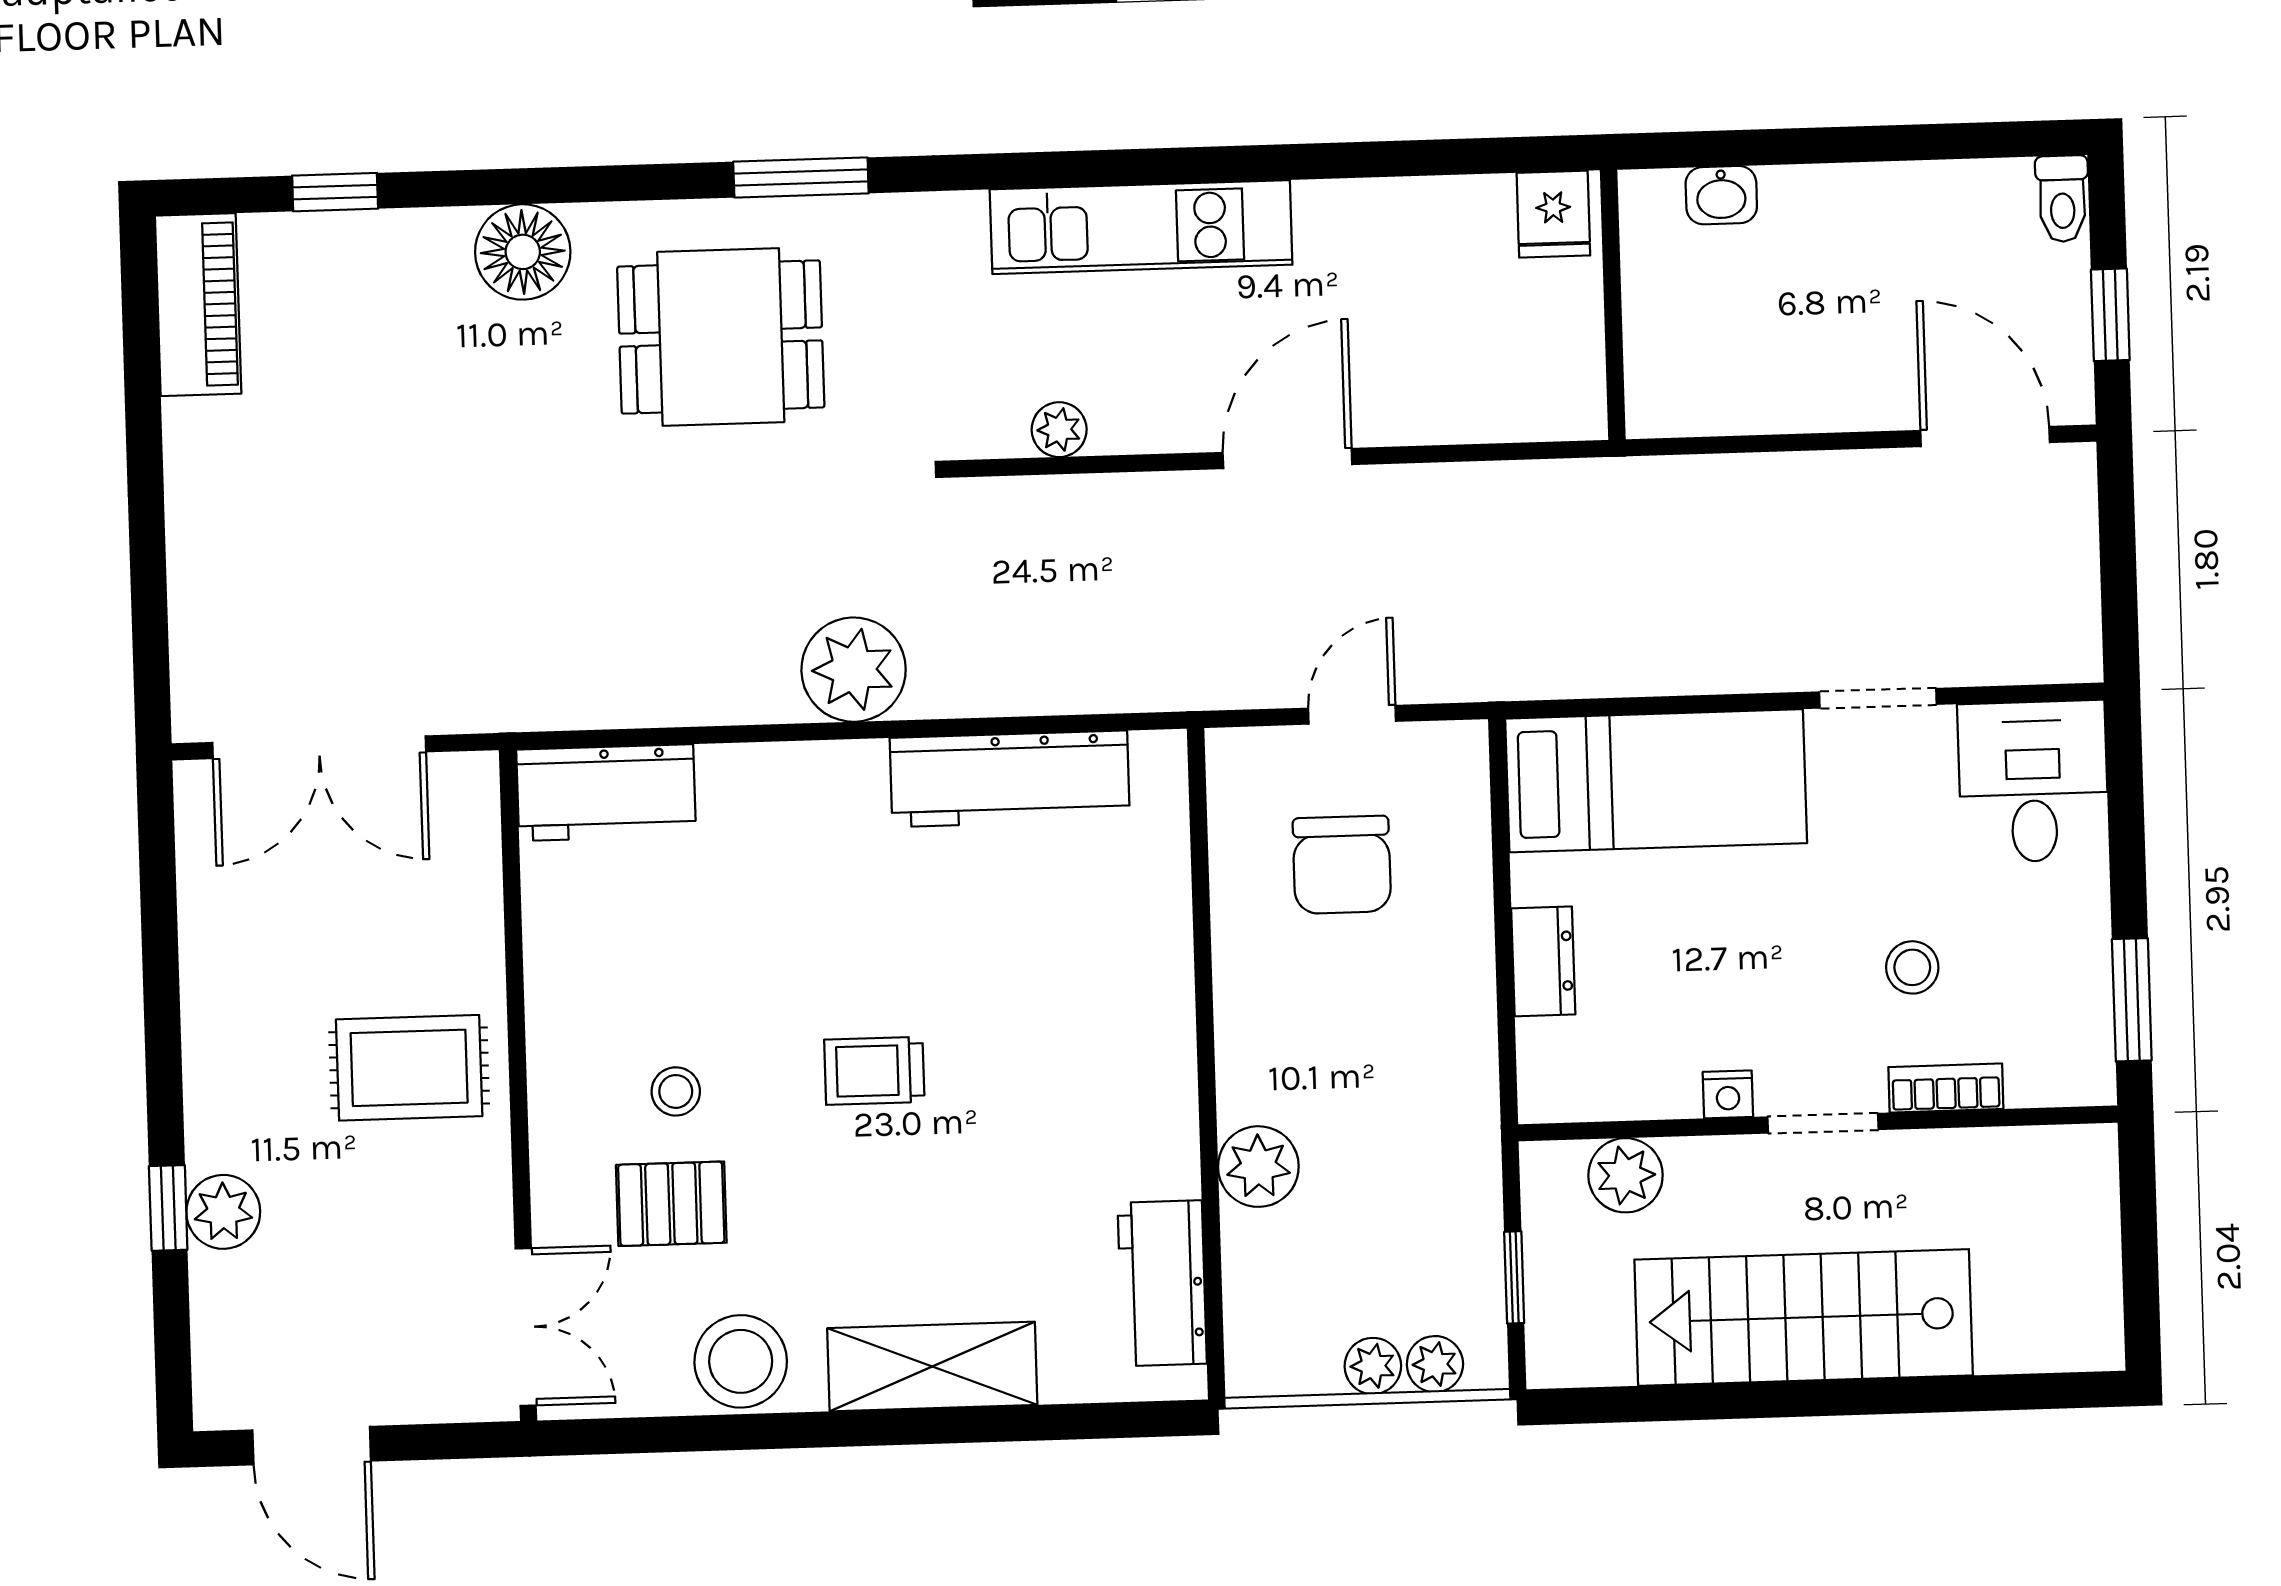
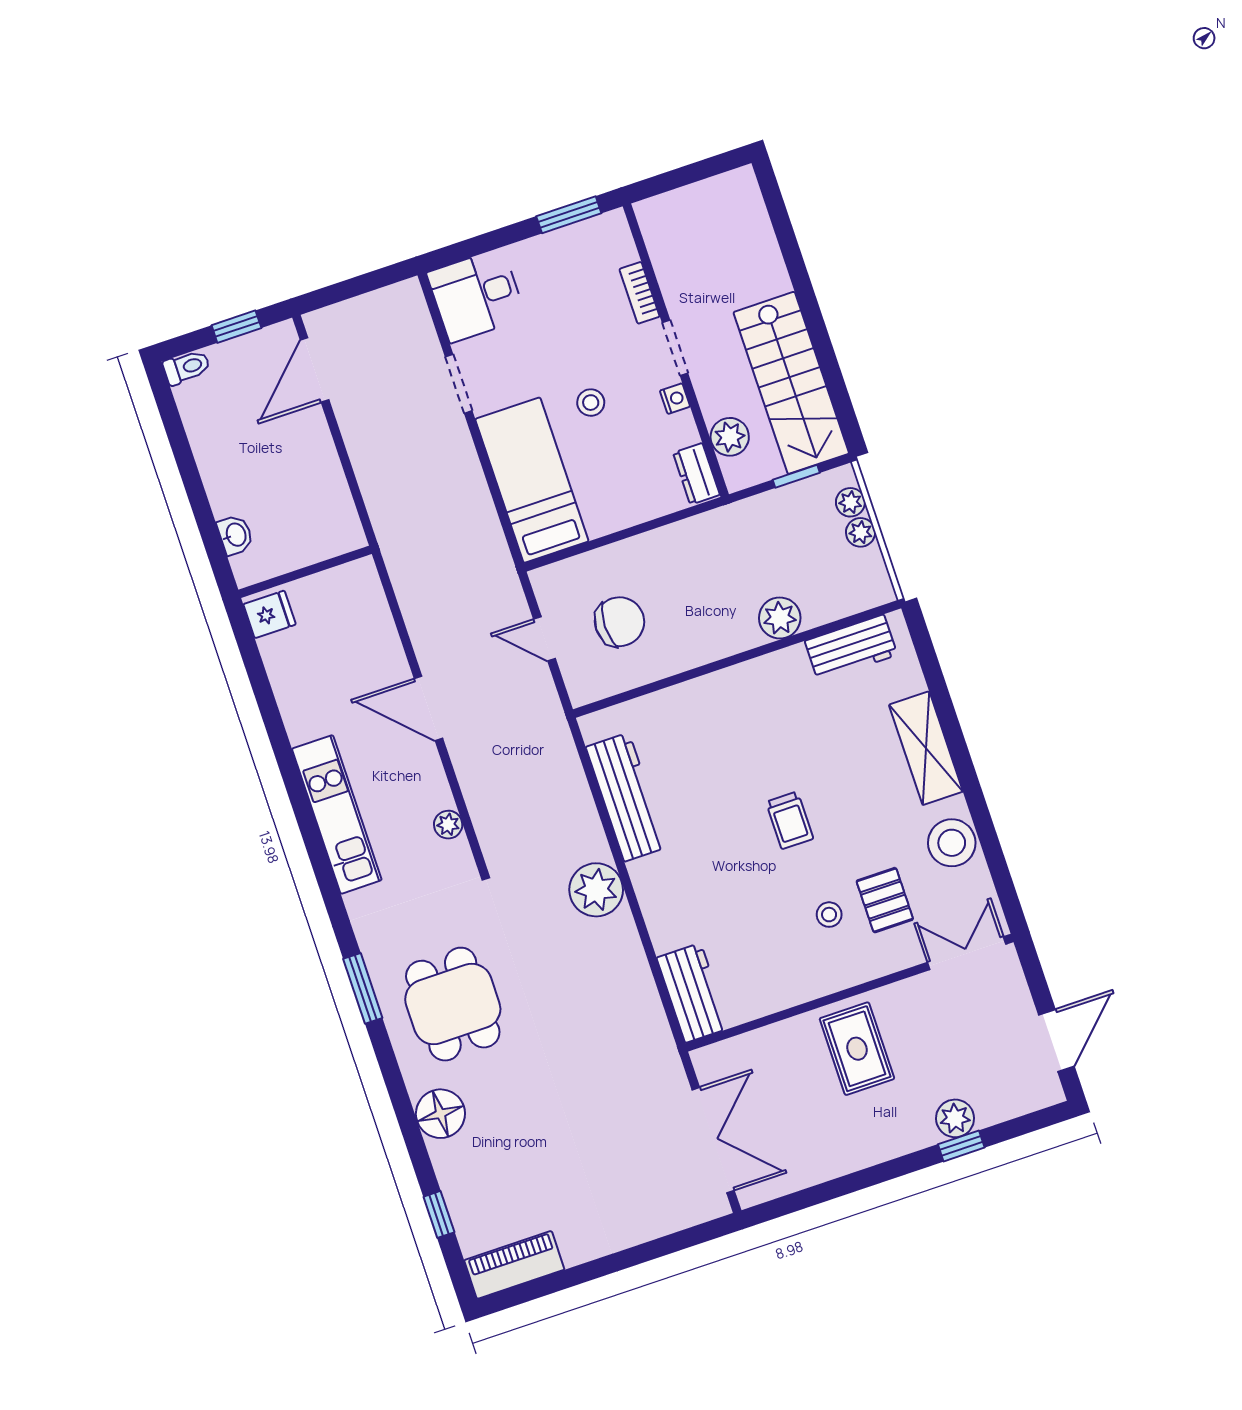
dresser: (1543, 961) -> (696, 474), moved, turned -90
stool: (1912, 967) -> (591, 403), moved
stairs: (1804, 1318) -> (791, 383), moved

